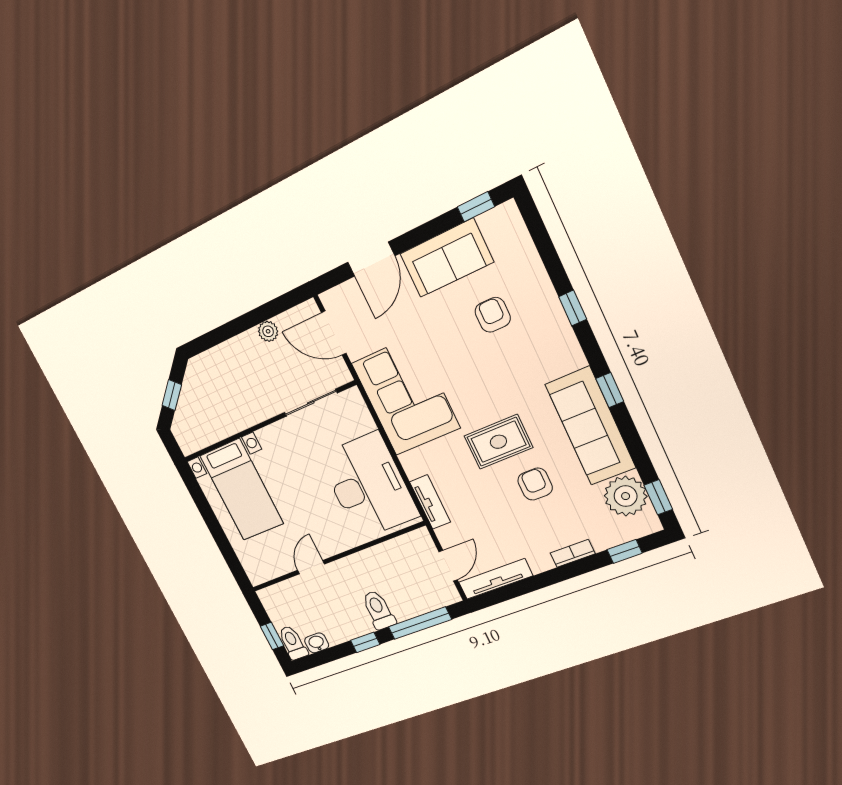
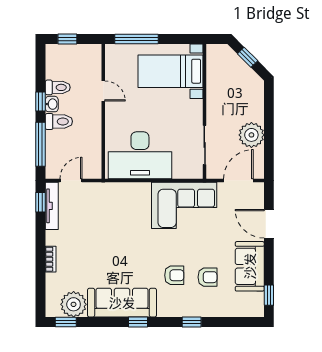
plant: (268, 331) -> (251, 135), width x1.87, depth x1.87
rug: (498, 442) -> (134, 247), removed
armchair: (535, 484) -> (174, 275), moved
tv unit: (430, 502) -> (115, 189), removed
window: (226, 550) -> (137, 39), added
window: (625, 551) -> (41, 202), moved
door: (448, 566) -> (71, 181), swing flipped
toilet: (293, 643) -> (58, 87), moved
washbasin: (317, 643) -> (52, 104), moved

